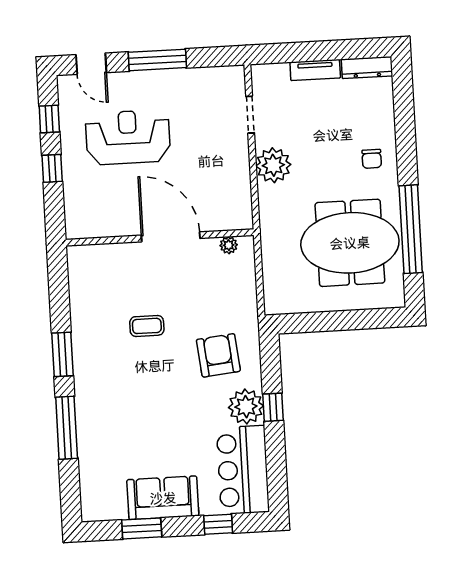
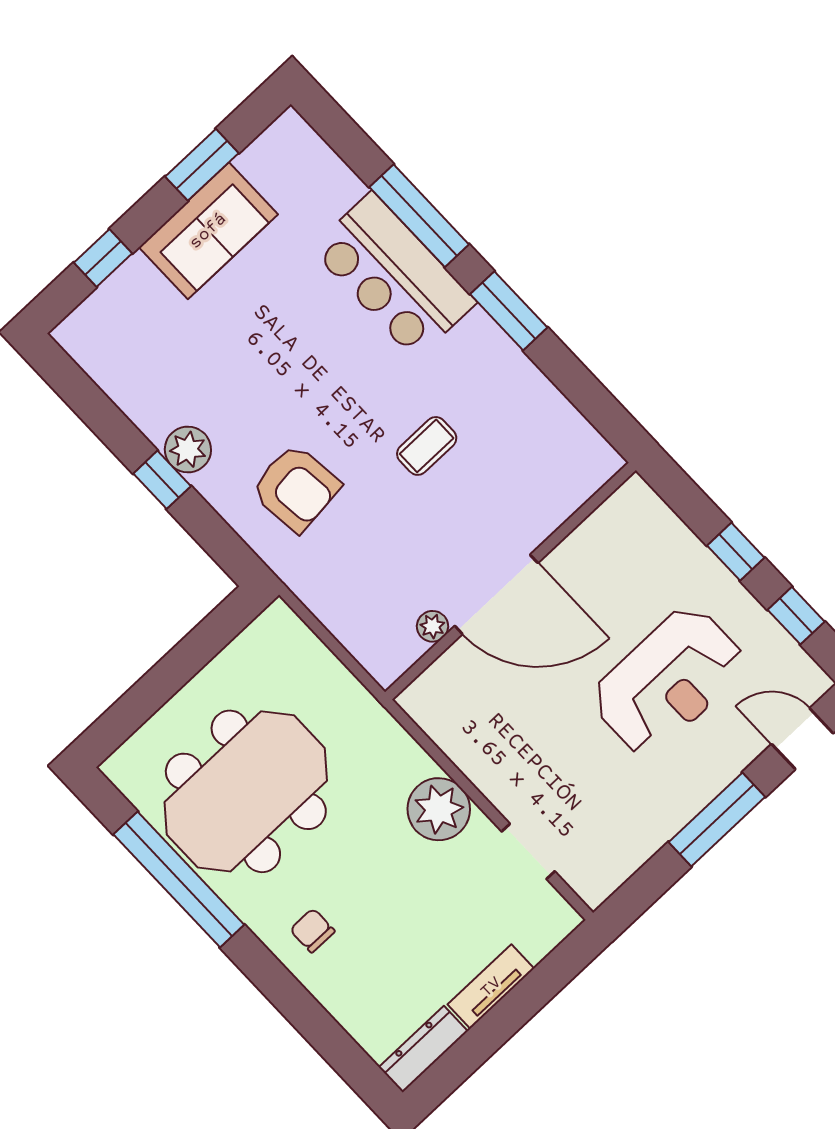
plant: (229, 245) -> (432, 626), moved
plant: (246, 407) -> (188, 449), width x0.73, depth x0.73
bar counter: (243, 470) -> (394, 275), moved, turned 180

